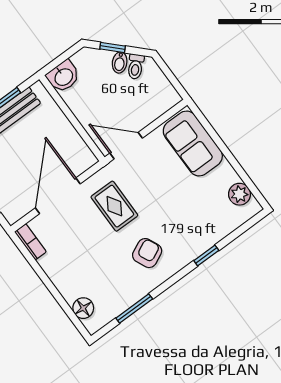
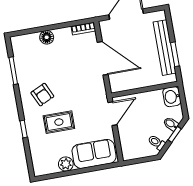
bidet: (120, 63) -> (171, 124), moved
plant: (239, 194) -> (66, 164), moved
rug: (114, 206) -> (59, 122), moved
floor lamp: (83, 308) -> (47, 37), moved

